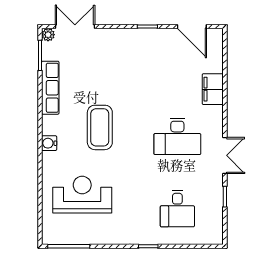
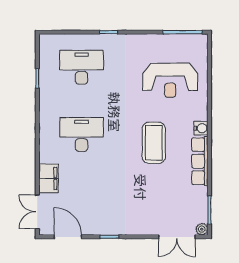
row of seats: (50, 88) -> (200, 161), moved
double door: (225, 155) -> (37, 212), moved
desk: (177, 209) -> (82, 67), width x1.37

